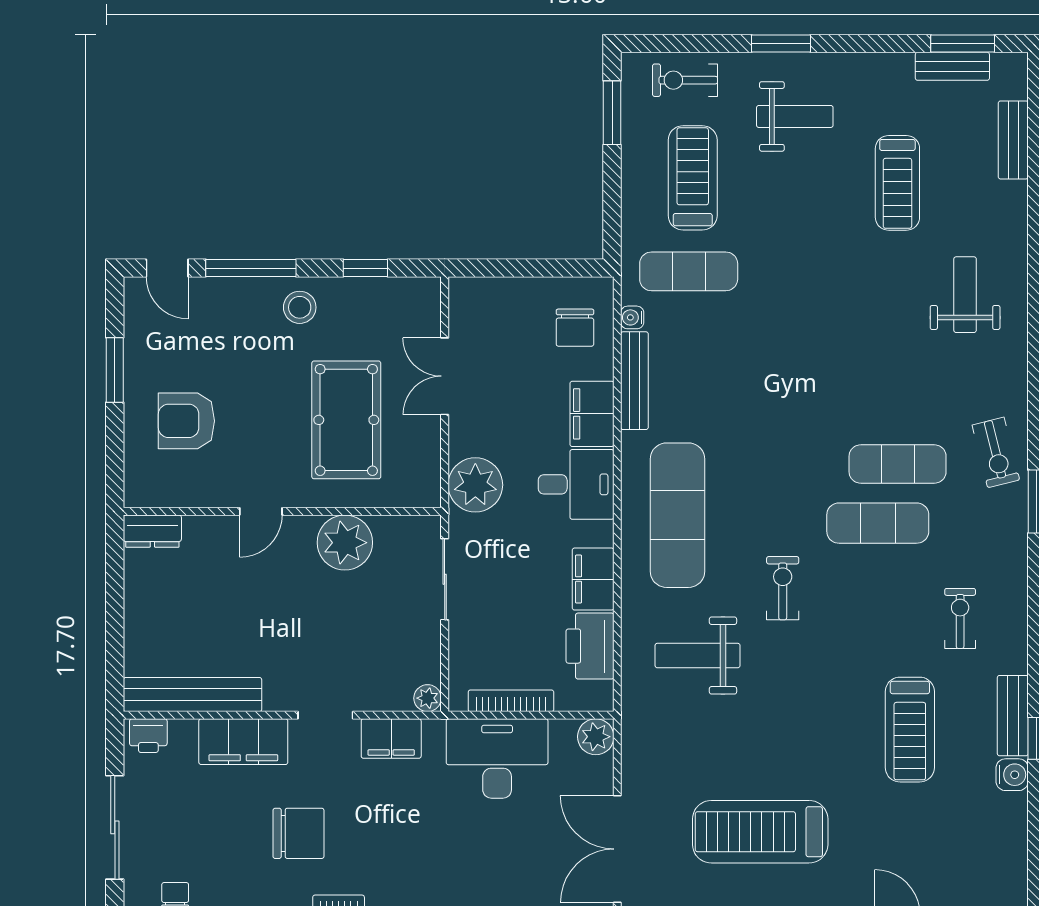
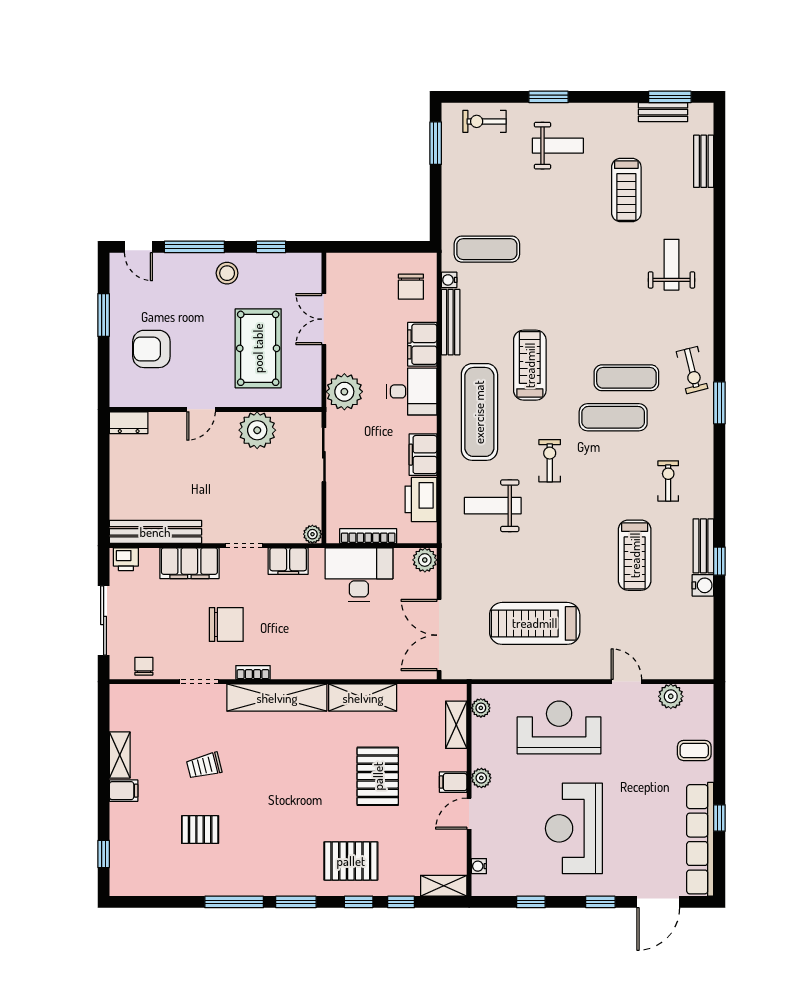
treadmill: (693, 178) -> (530, 365), moved

